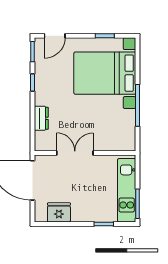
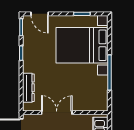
door: (55, 36) -> (40, 14), hinge flipped
dresser: (41, 118) -> (28, 88), width x1.44

